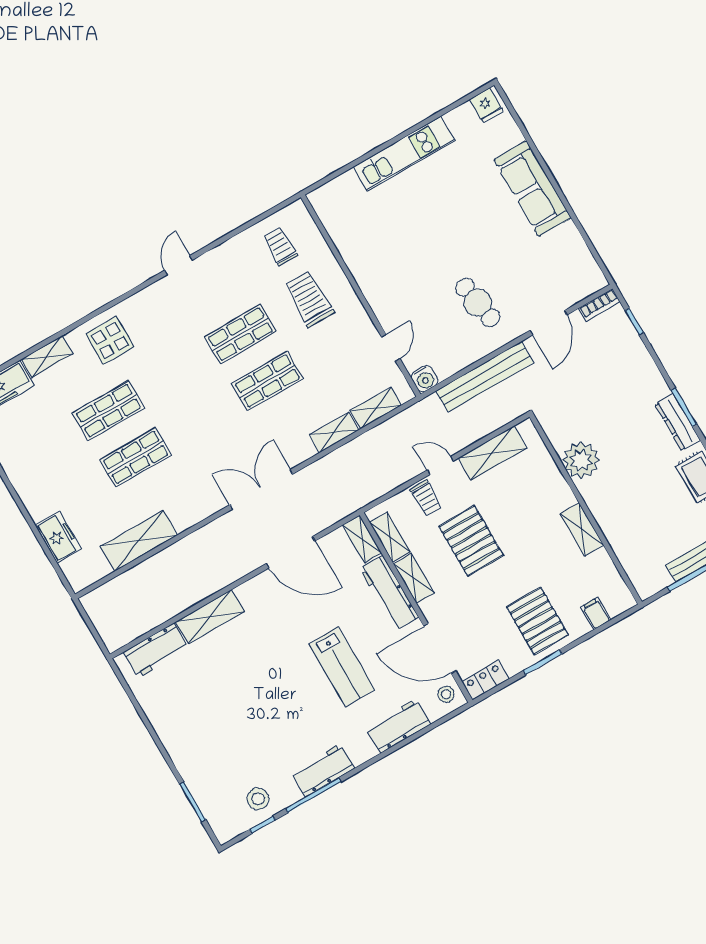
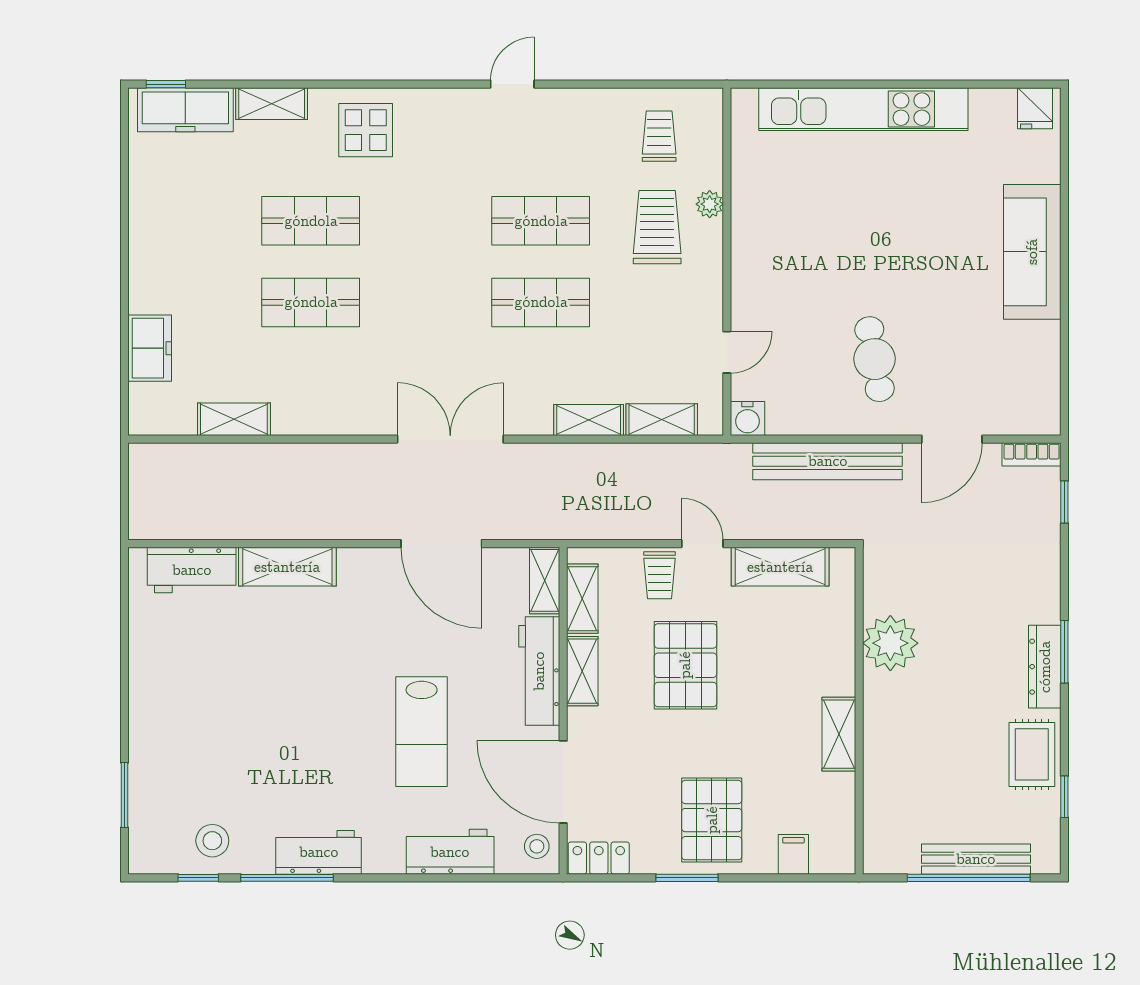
kitchen unit: (404, 154) -> (863, 109), width x1.36
plant: (332, 268) -> (710, 204), added
shelving: (139, 541) -> (234, 419), width x0.67, depth x0.75

